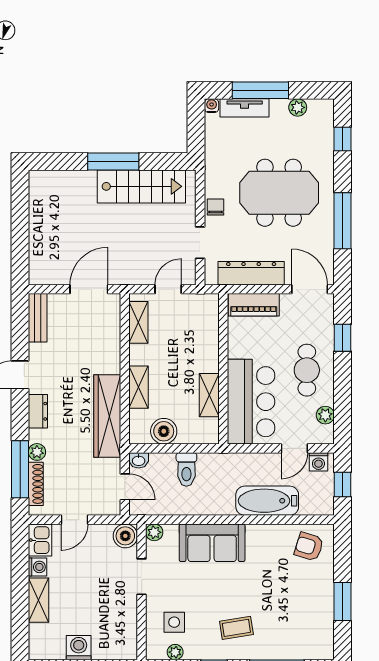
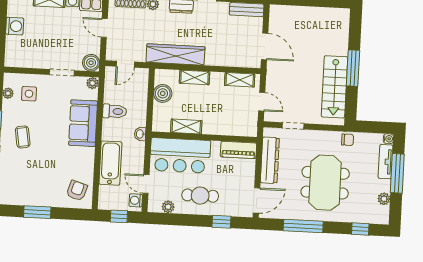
chair: (216, 207) -> (348, 140), moved
piano: (254, 305) -> (238, 150), moved, turned -90
washbasin: (139, 460) -> (140, 134), moved
toilet: (186, 469) -> (115, 111), moved, turned 180

